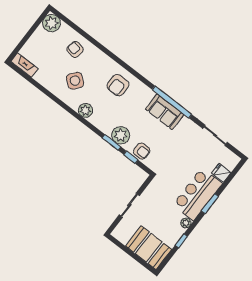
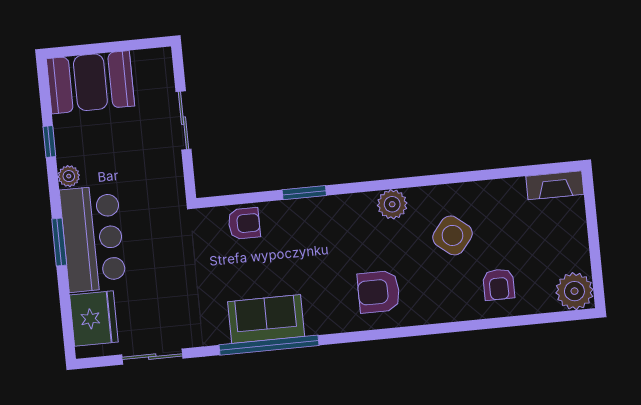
armchair: (75, 49) -> (499, 285), turned 79
armchair: (118, 85) -> (379, 292), turned -90
plant: (121, 135) -> (300, 217), removed
armchair: (142, 151) -> (244, 223), turned 180
window: (131, 157) -> (252, 198), removed
fridge: (221, 173) -> (94, 318), width x1.88, depth x1.34

